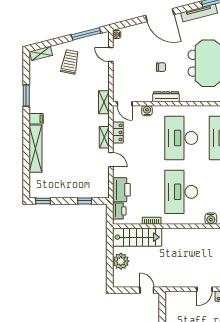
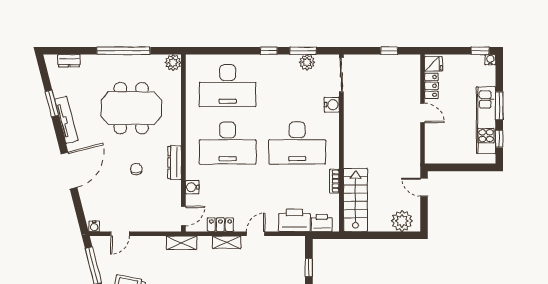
plant: (121, 261) -> (402, 221), moved
door: (147, 290) -> (424, 187), hinge flipped

